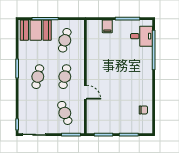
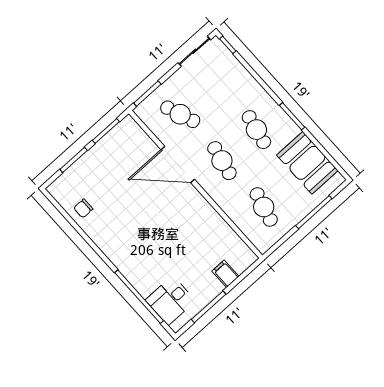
booth: (36, 30) -> (307, 163), moved, turned 90
door: (85, 92) -> (178, 165), width x1.88

